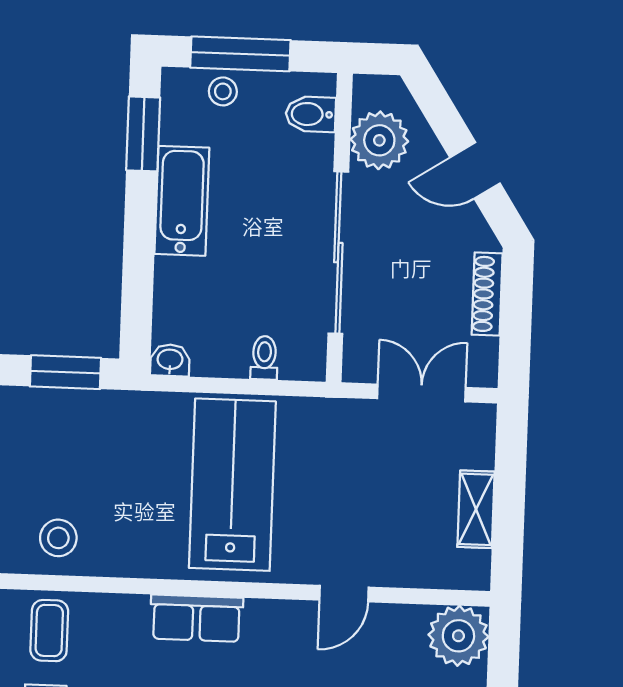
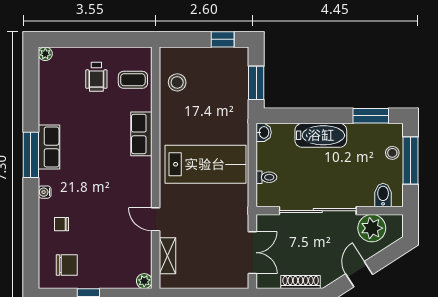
bathtub: (182, 201) -> (321, 135), moved
shelving: (476, 509) -> (168, 256), moved, turned 90
row of seats: (197, 618) -> (141, 134), moved
plant: (458, 636) -> (144, 281), width x0.53, depth x0.53

